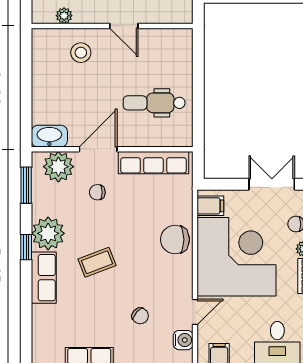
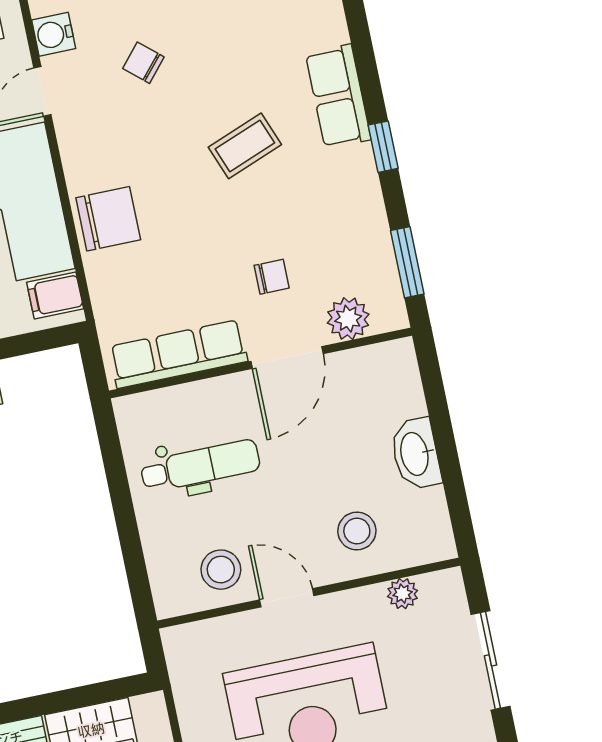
stool: (155, 47) -> (221, 570), added
washbasin: (49, 136) -> (416, 454), moved, turned 90
plant: (58, 167) -> (348, 319), width x0.73, depth x0.73
plant: (48, 233) -> (347, 181), removed

